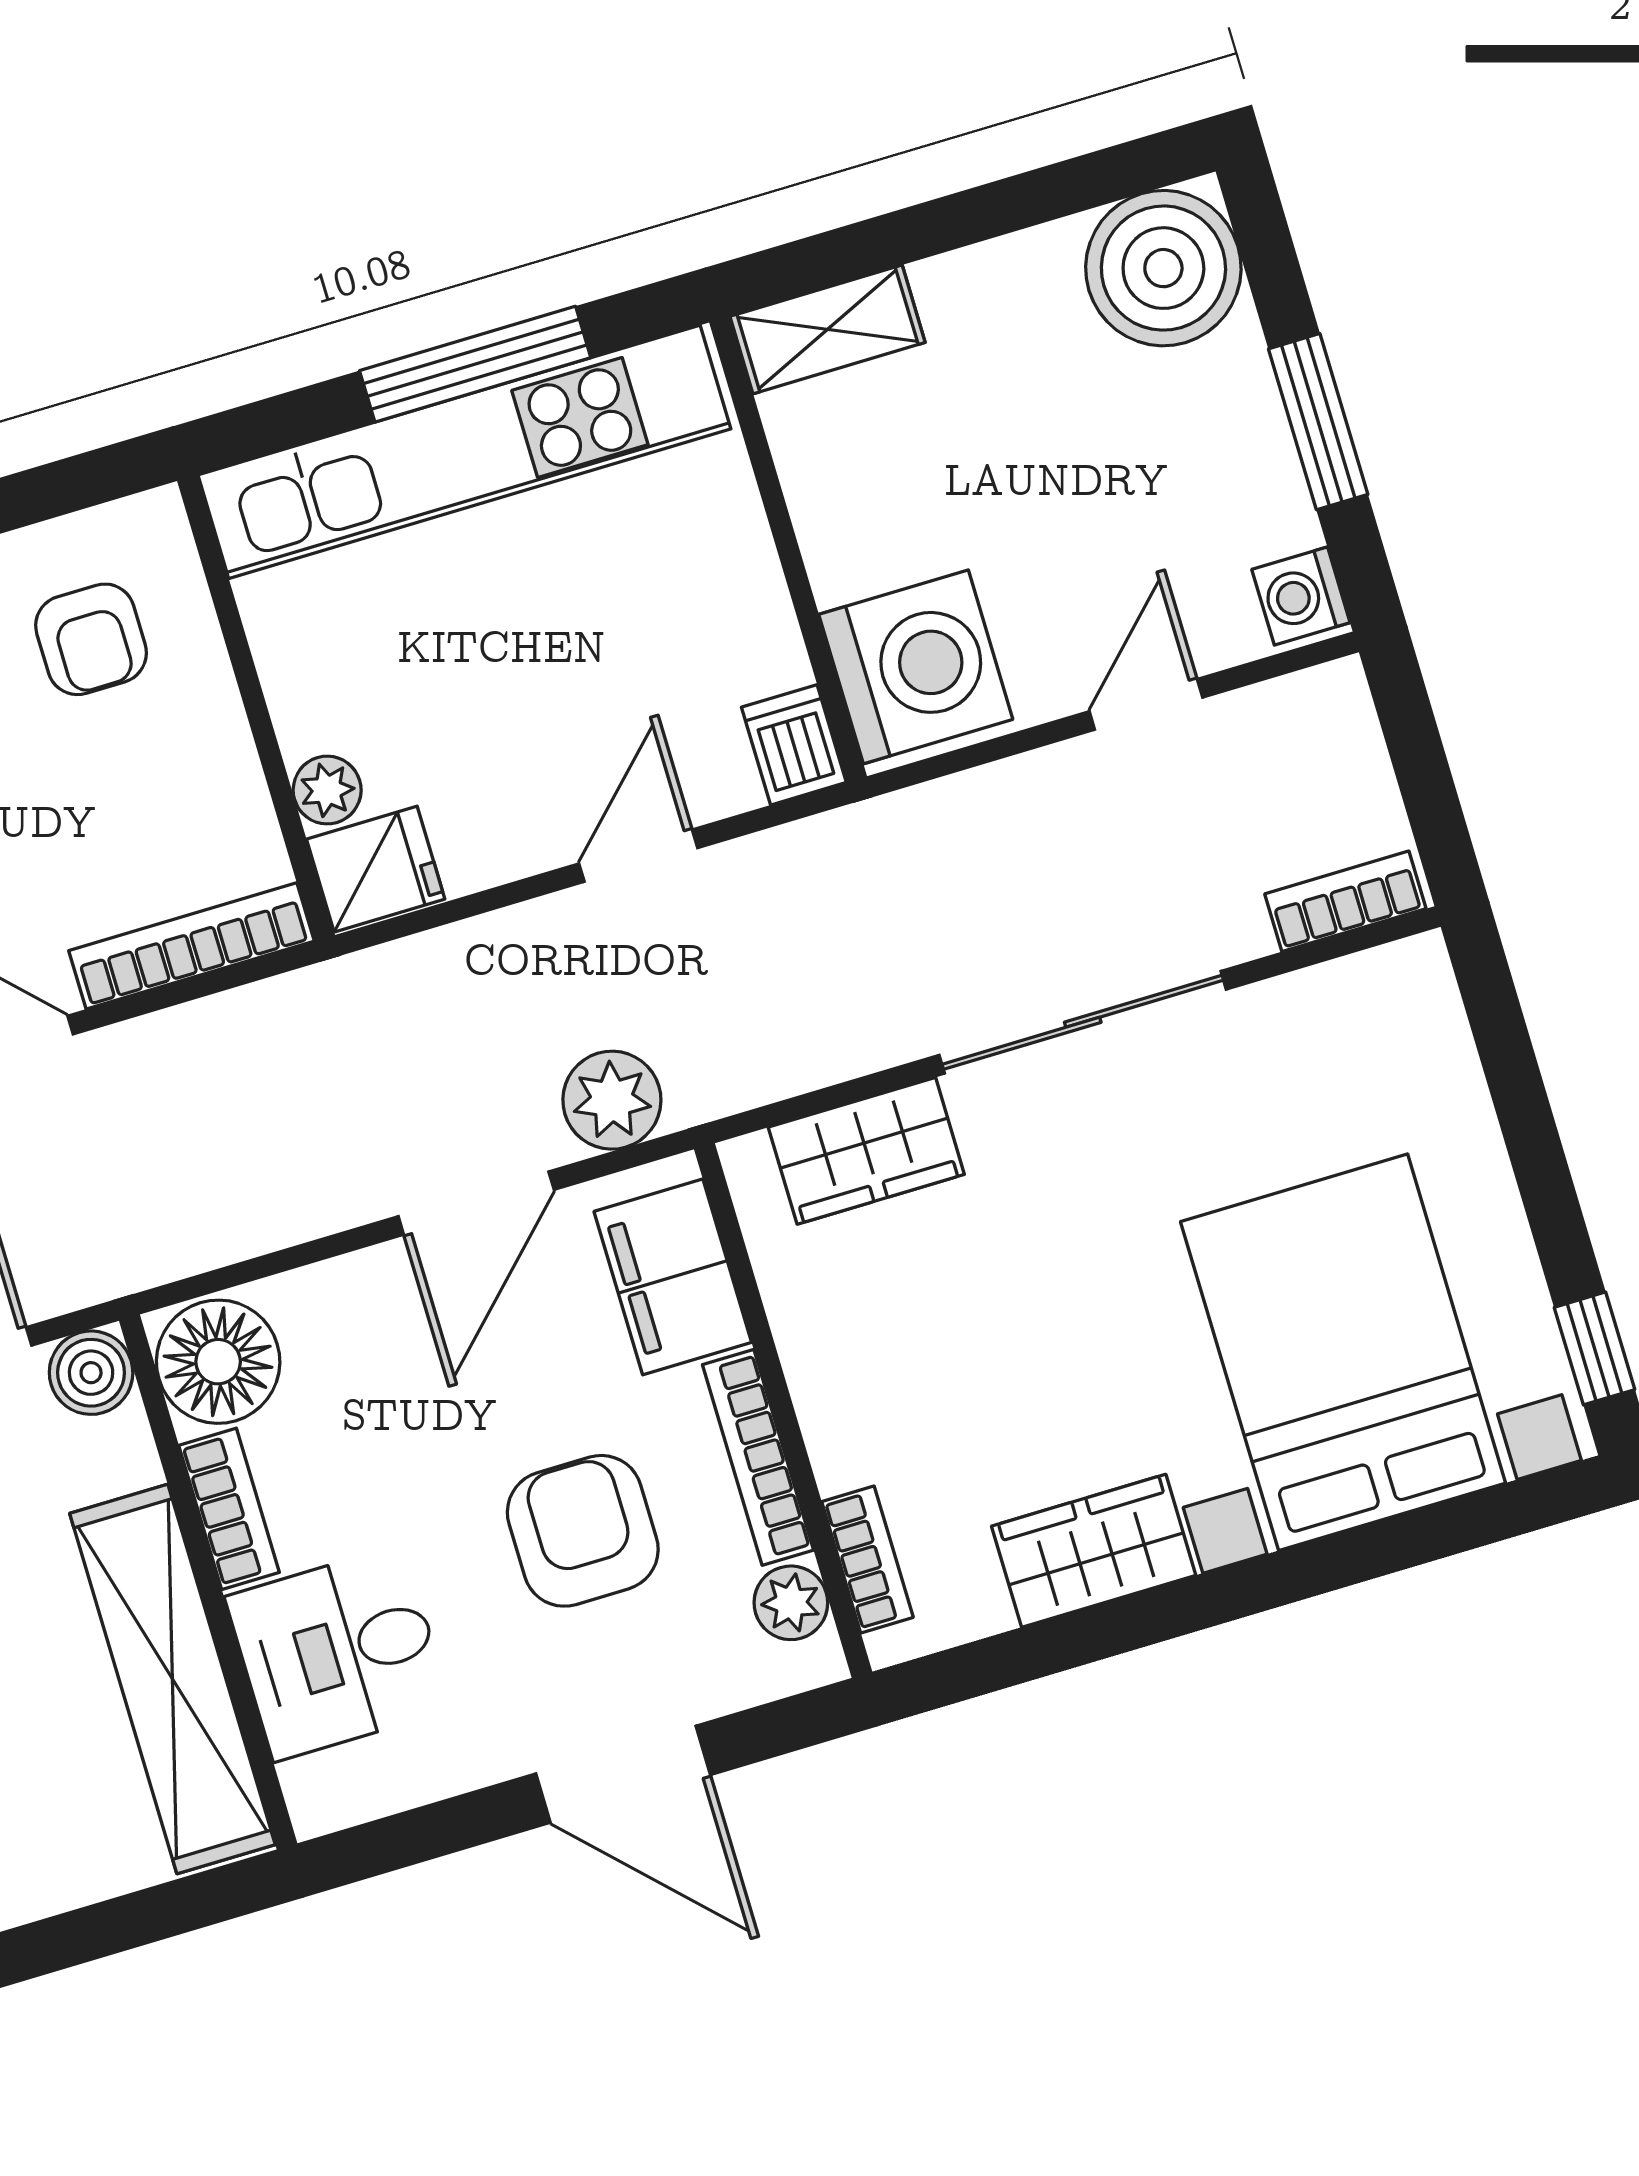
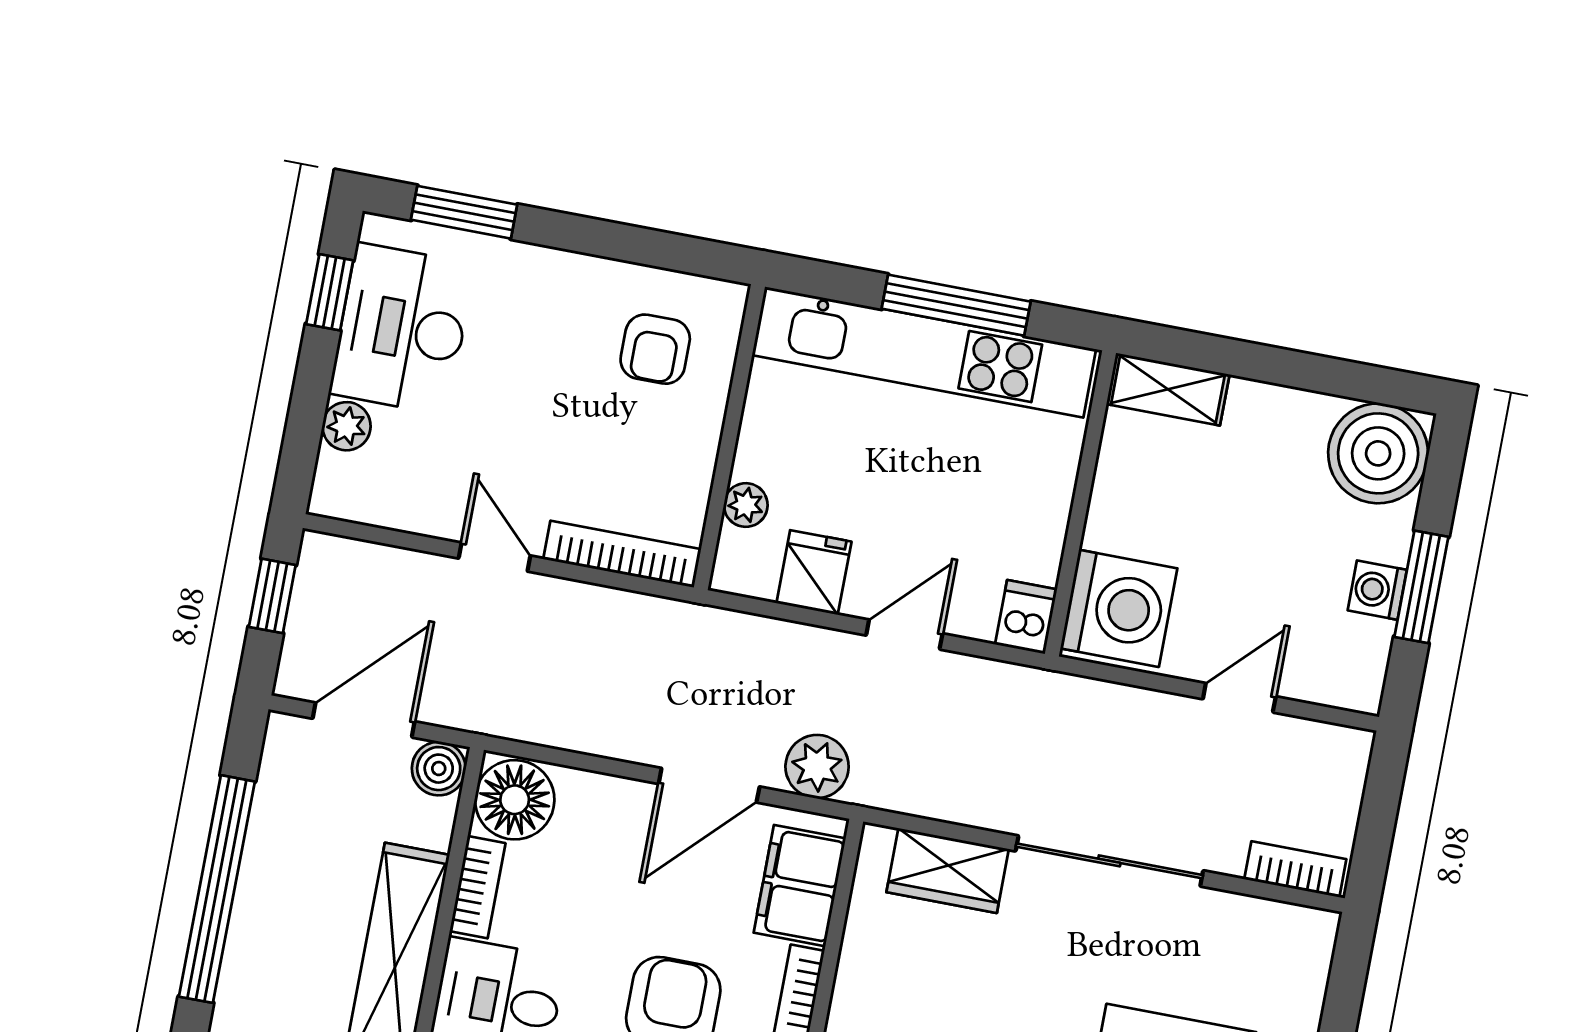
washing machine: (1301, 596) -> (1377, 590), moved
fridge: (376, 869) -> (814, 572), moved, turned -90

